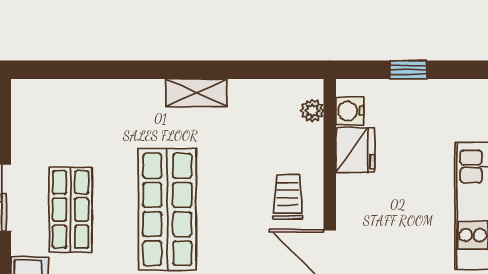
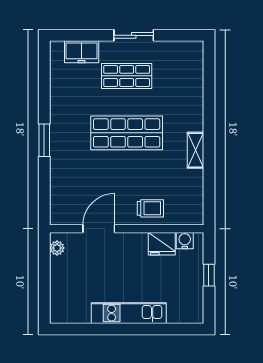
plant: (312, 111) -> (185, 218), removed
trolley: (288, 197) -> (150, 208), moved

